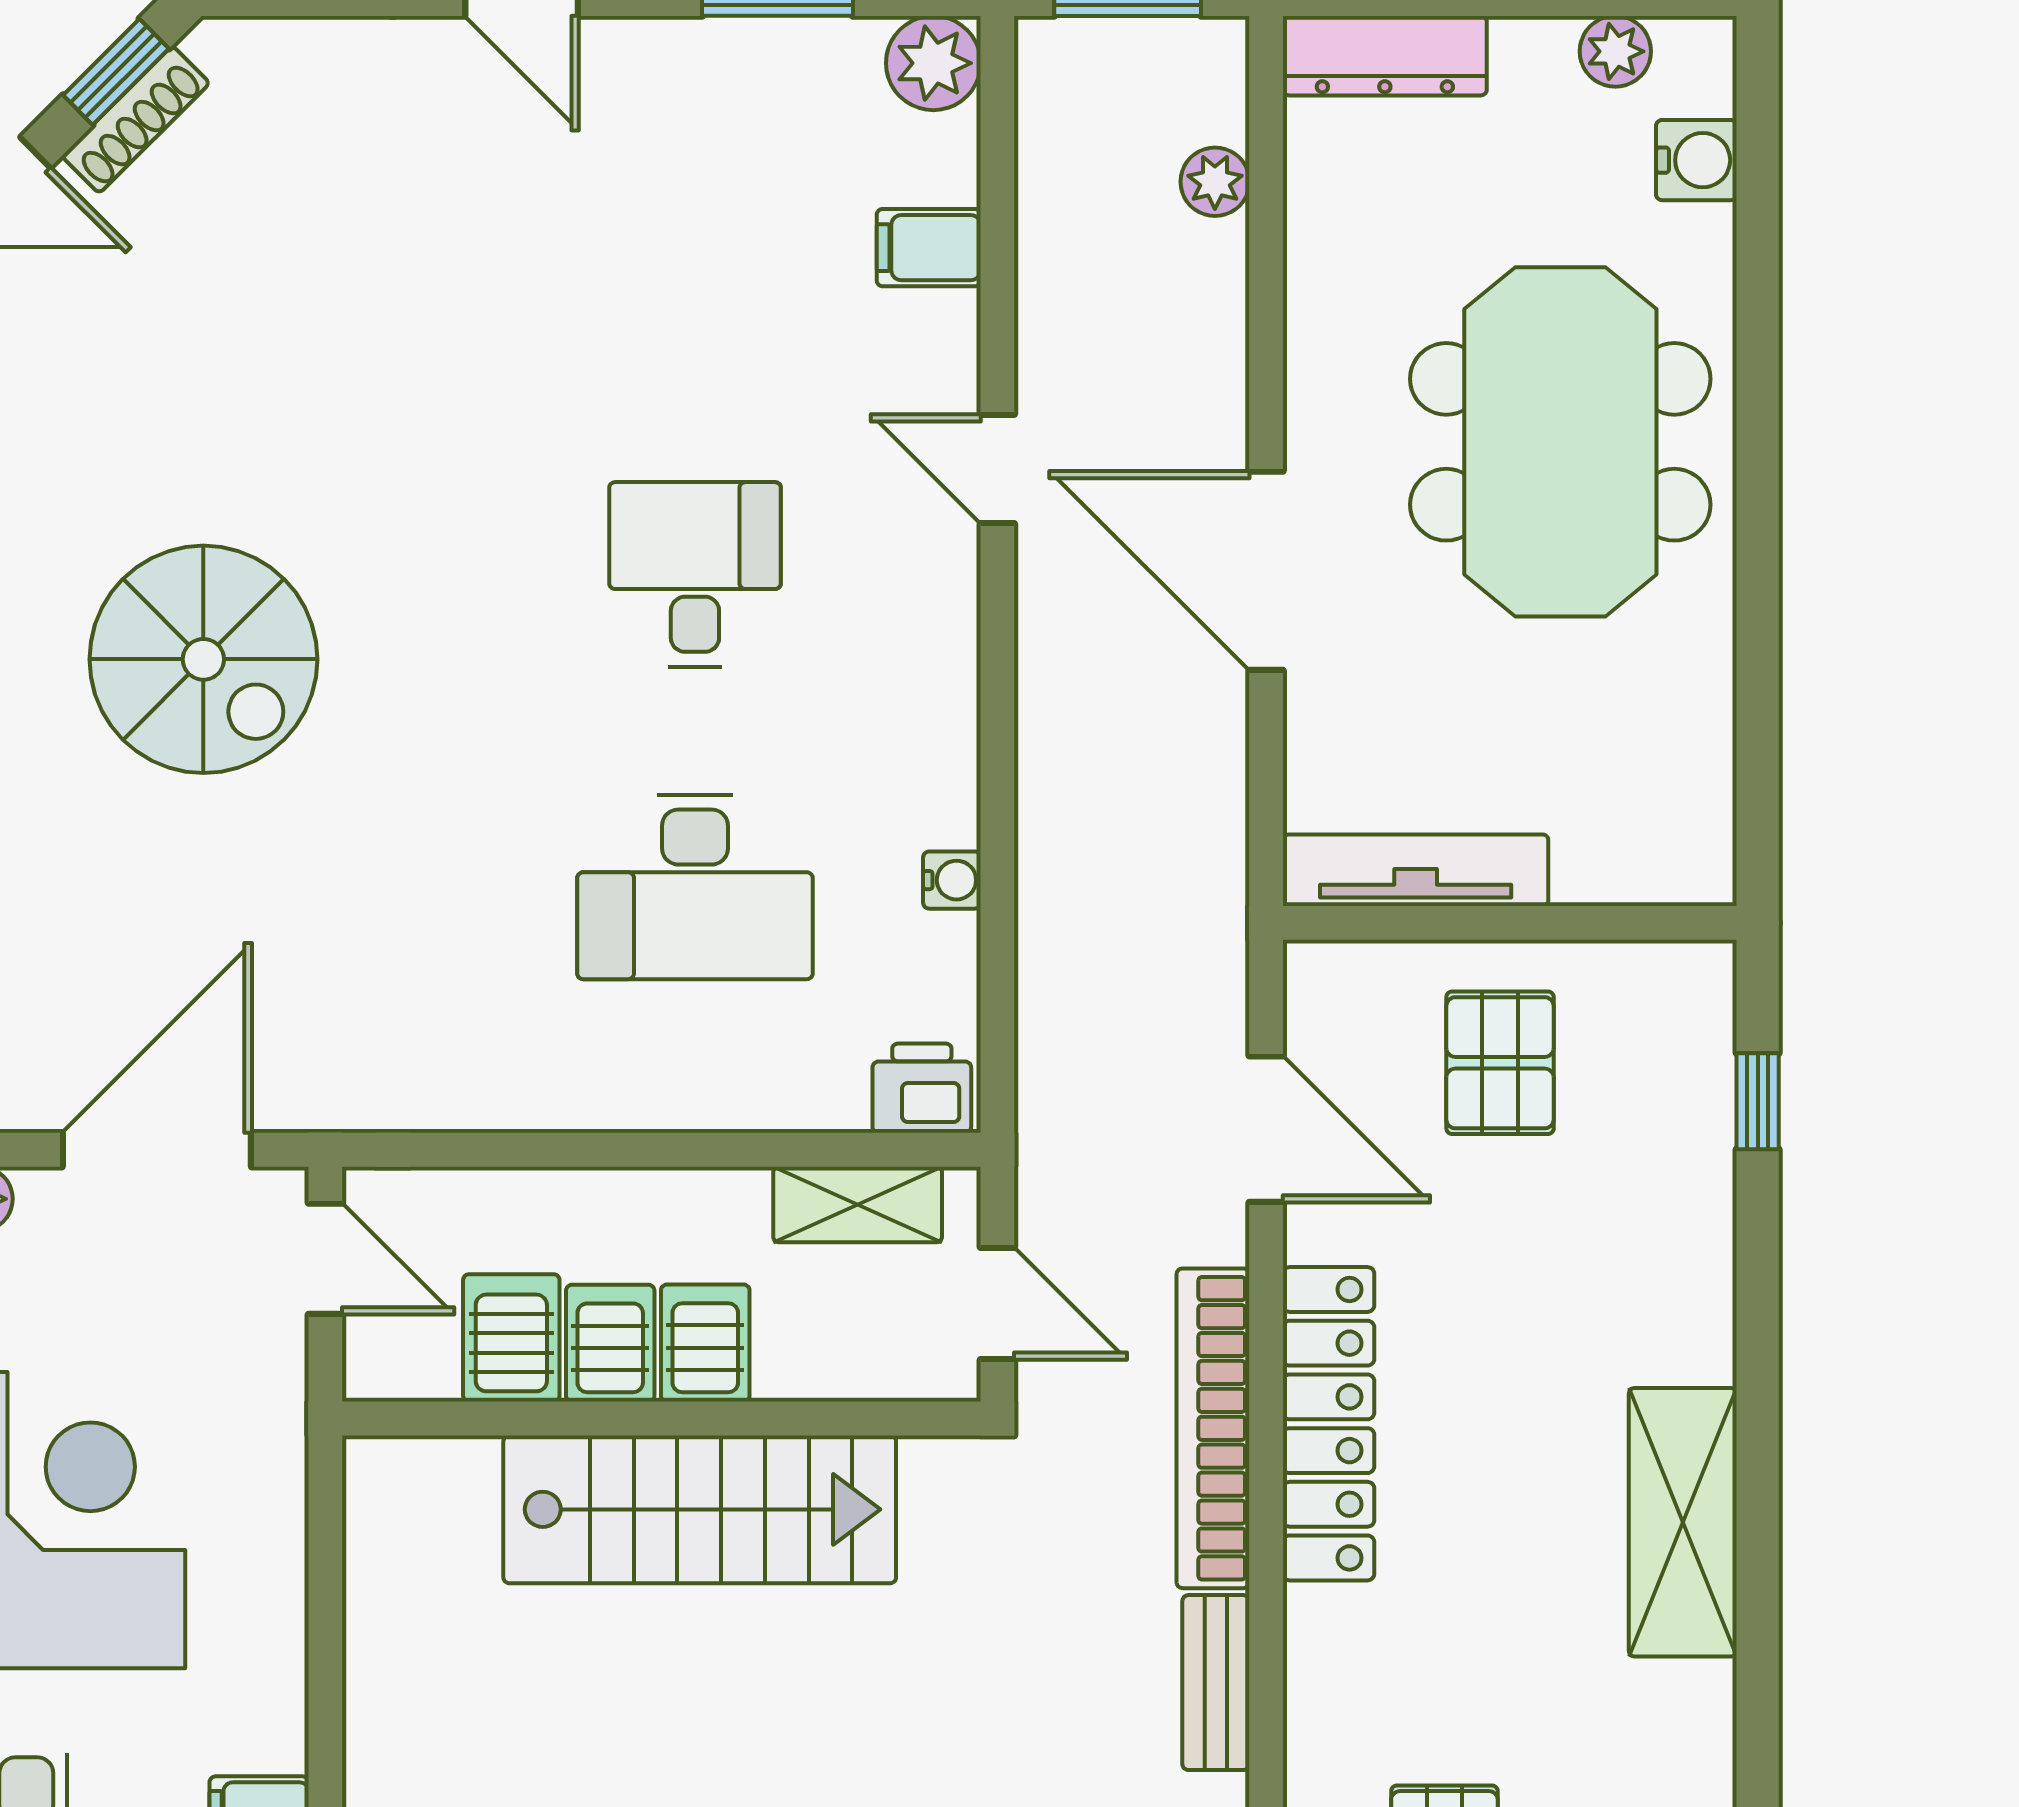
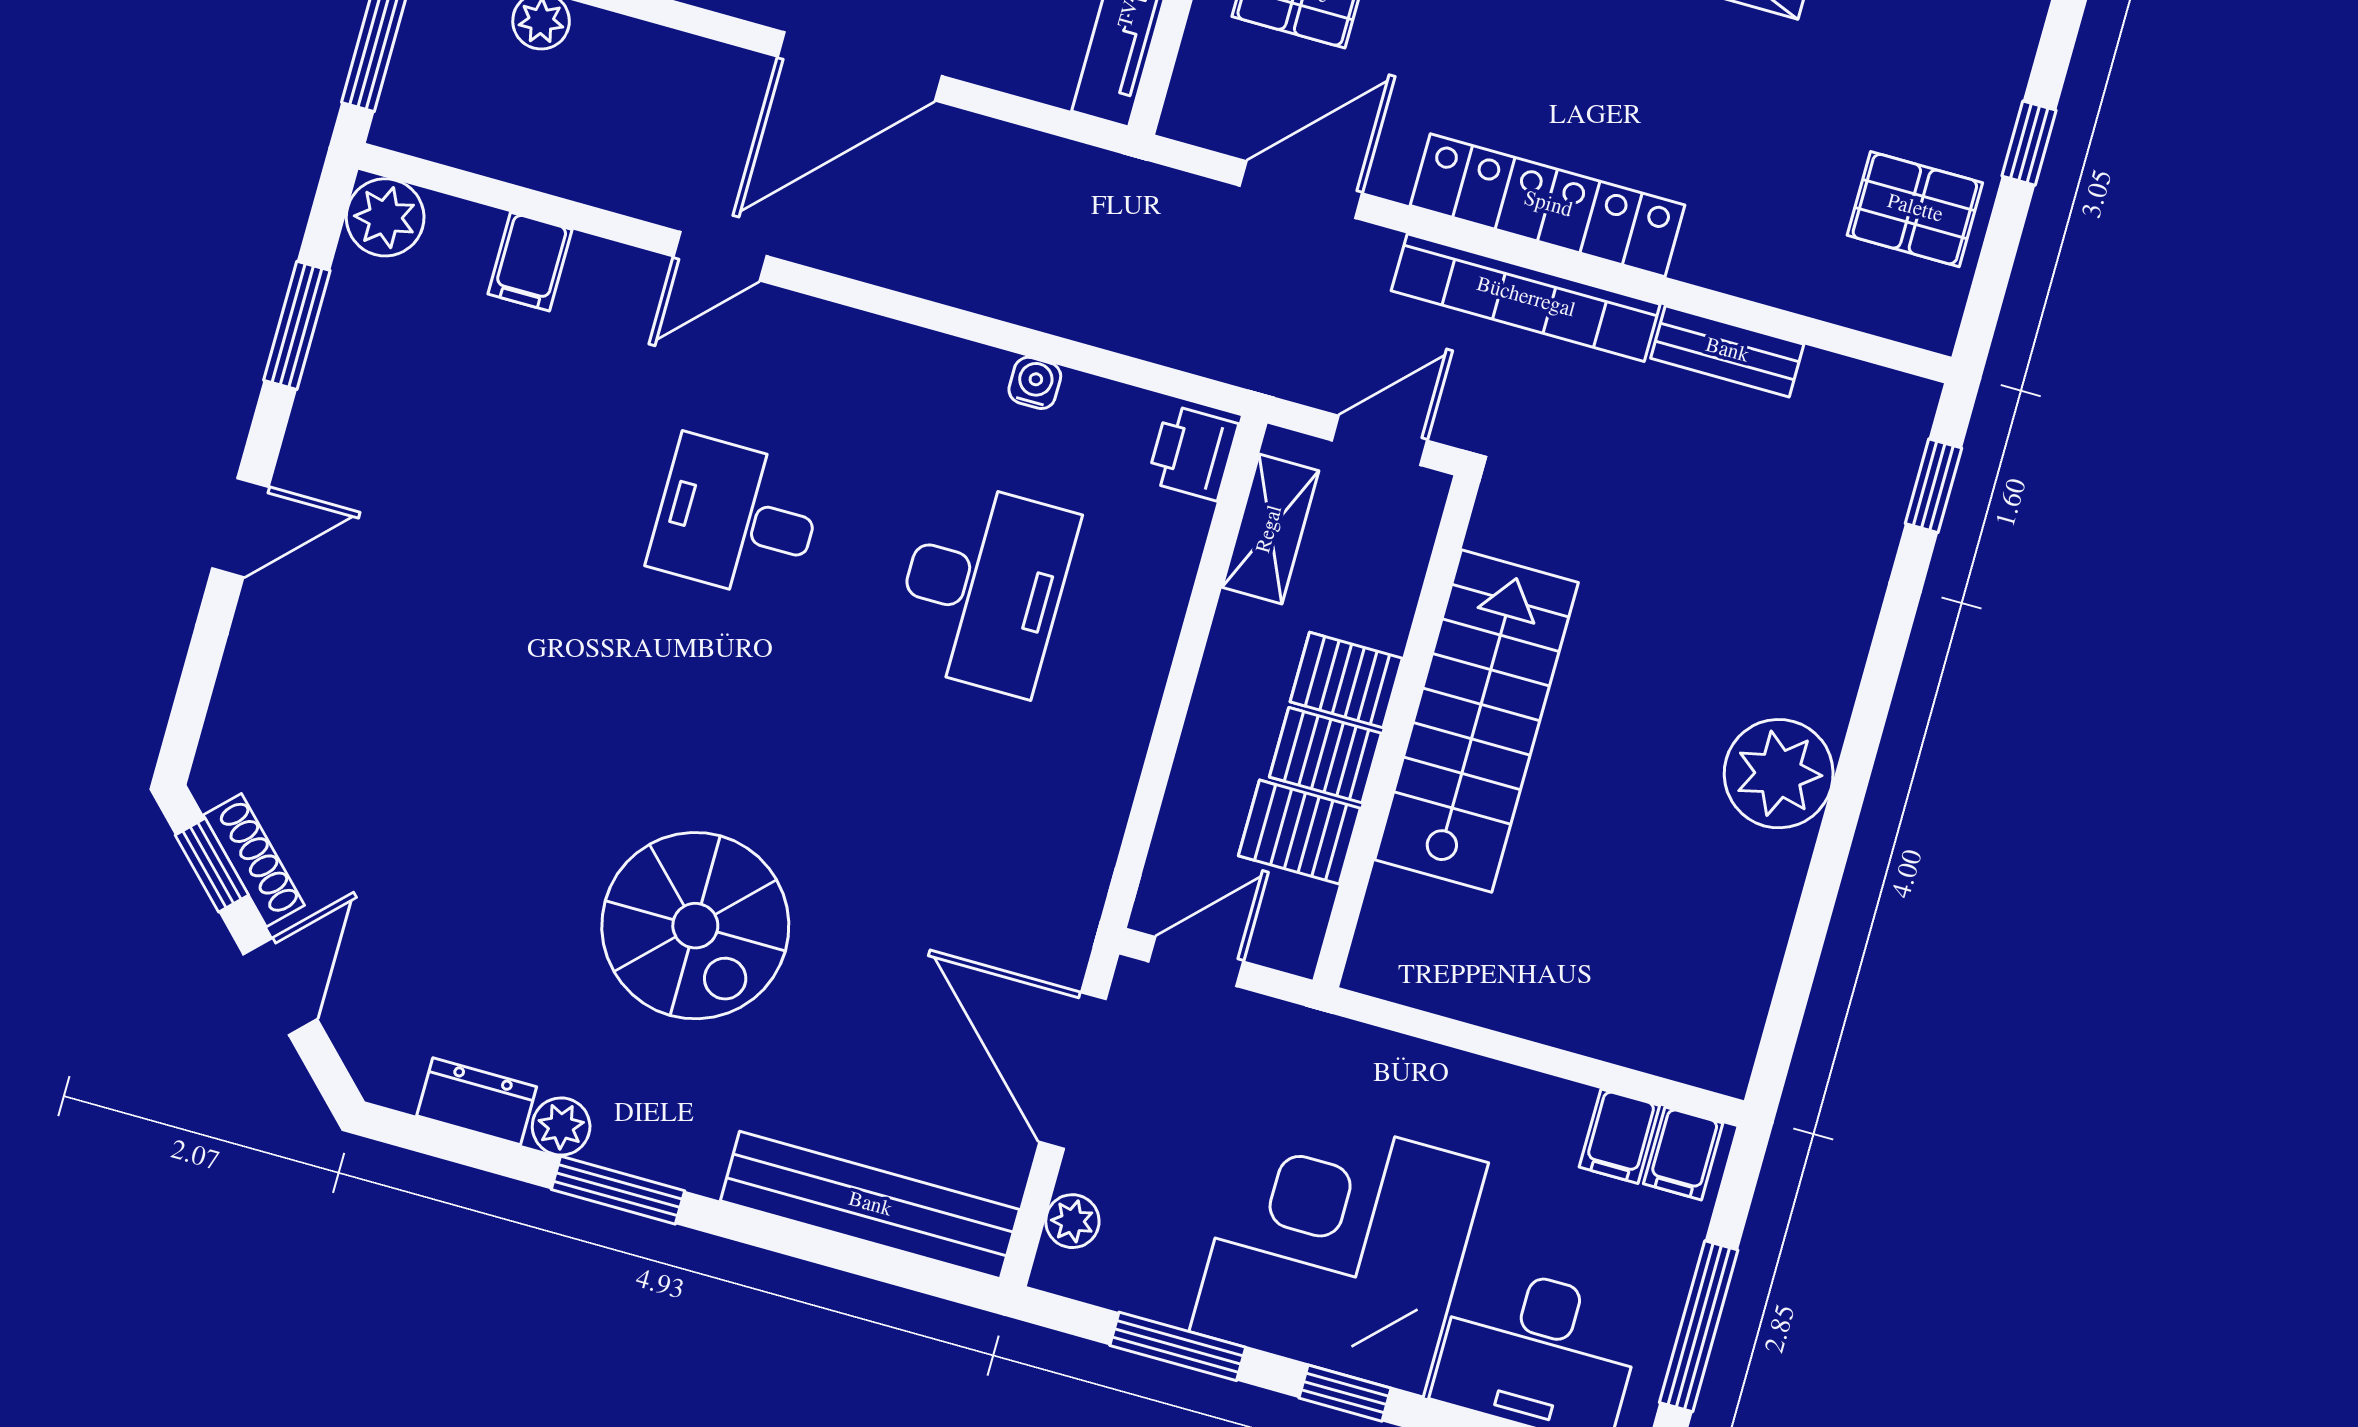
spiral stairs: (203, 659) -> (695, 926), turned 90

